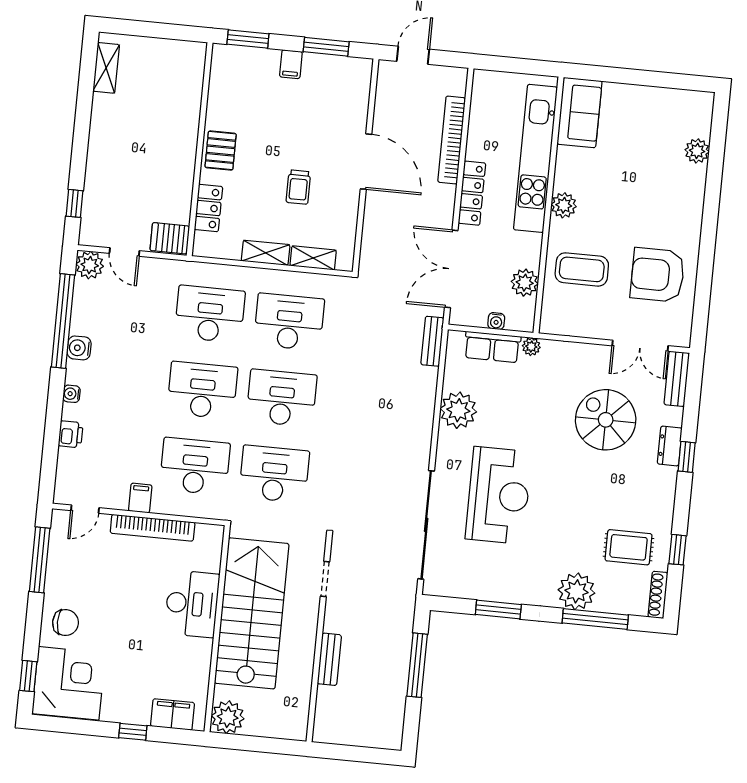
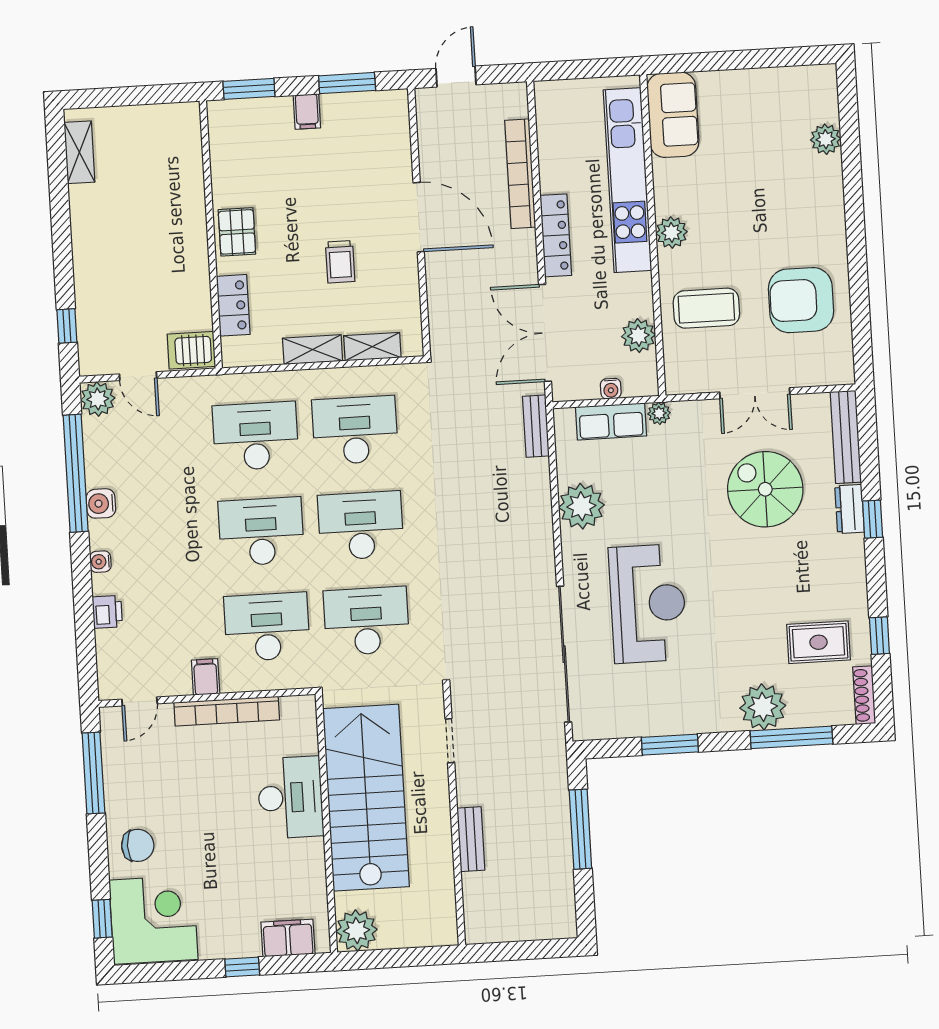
double door: (640, 346) -> (755, 393), moved
bench: (677, 379) -> (846, 437), width x1.36

